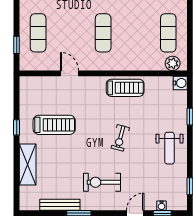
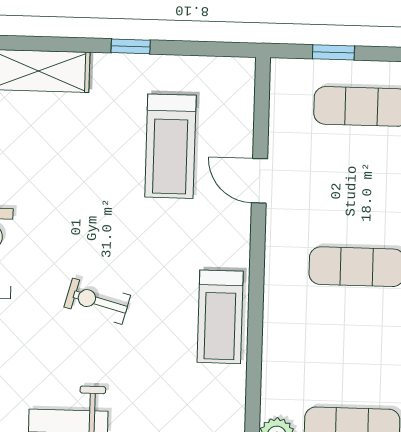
door: (70, 73) -> (259, 181), swing flipped
treadmill: (54, 125) -> (170, 146), moved

